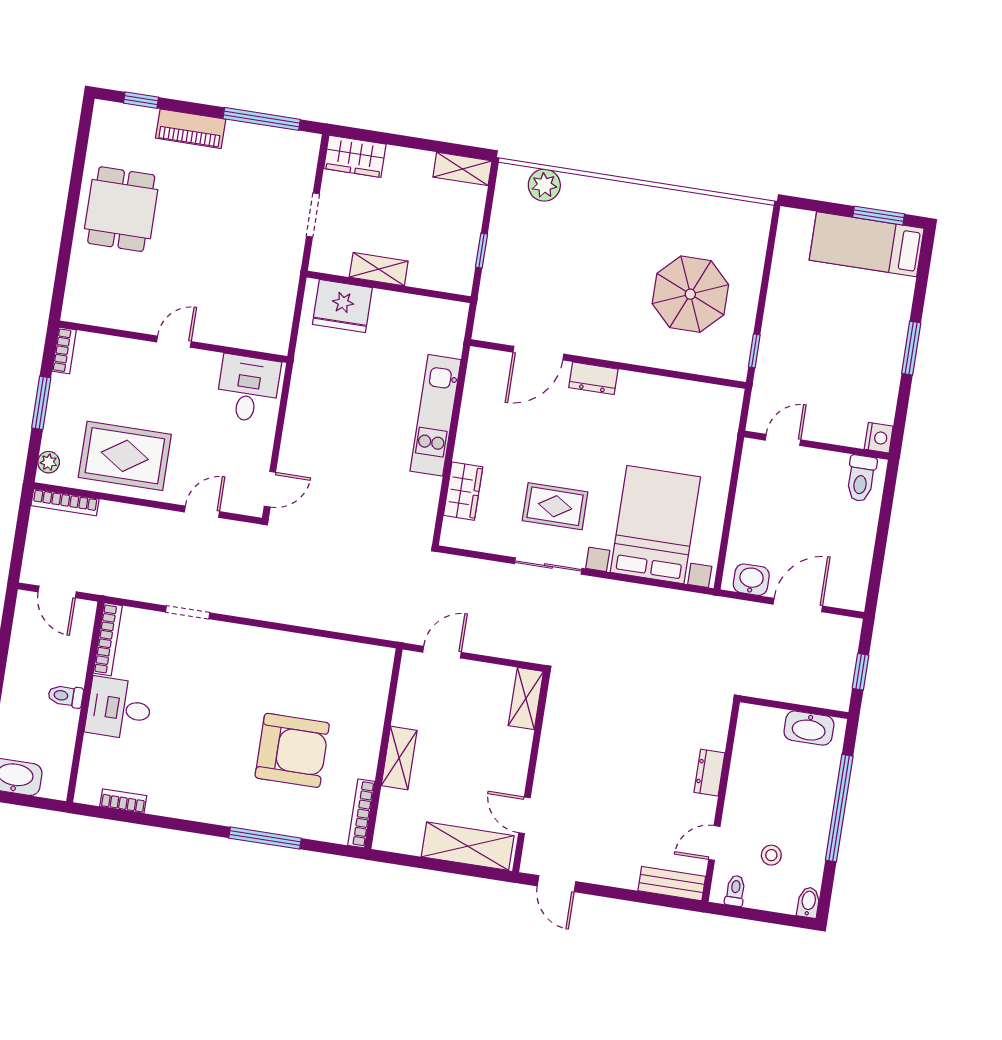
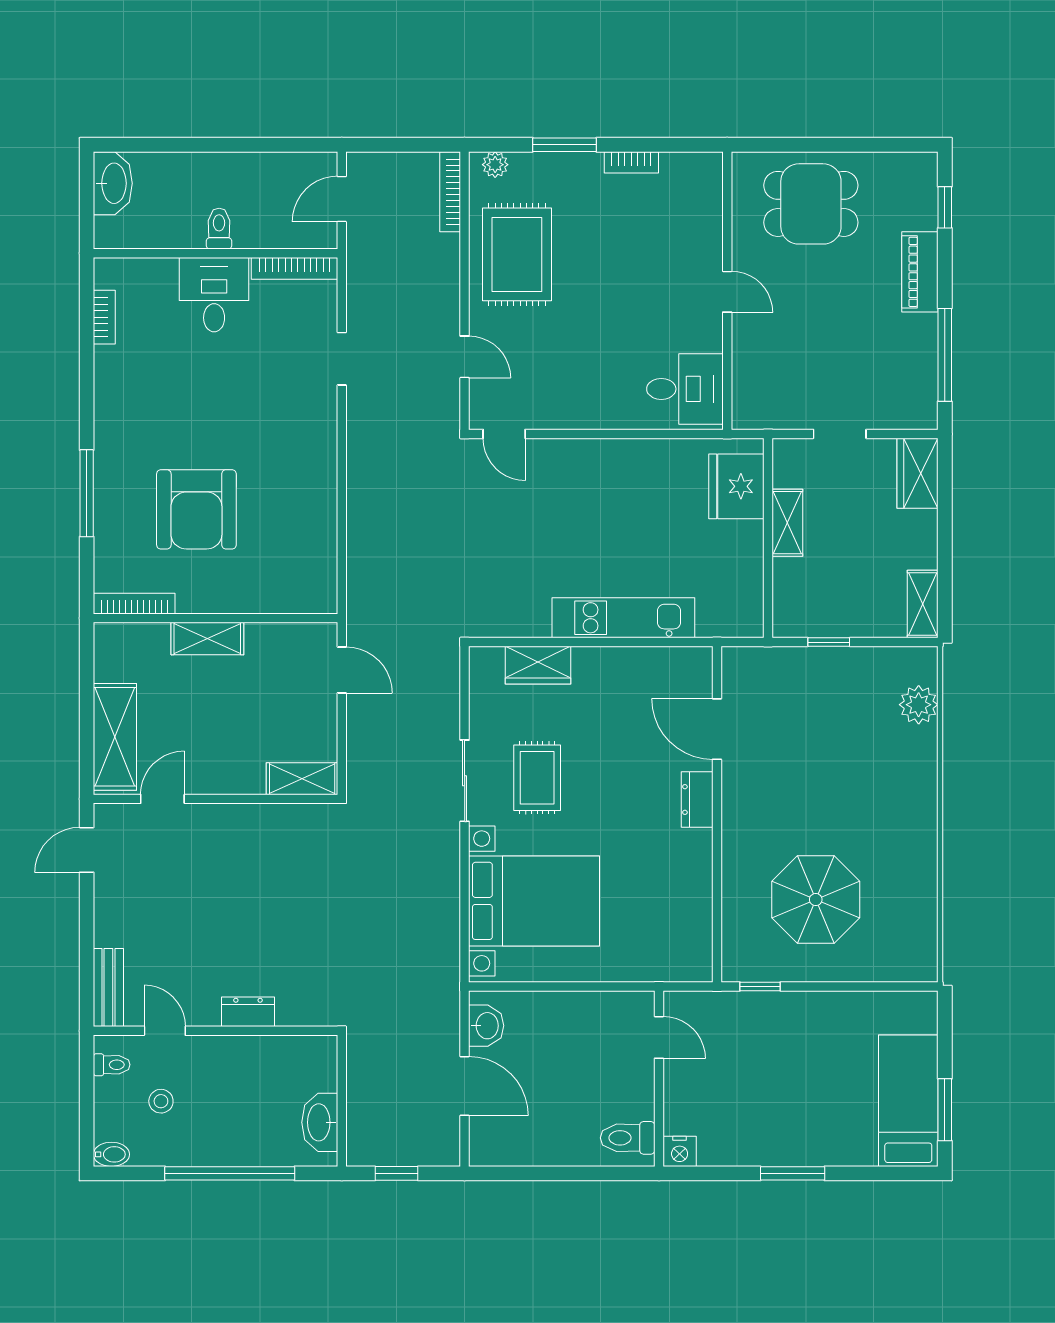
wall: (173, 342) -> (727, 291), moved
door: (174, 342) -> (727, 292), moved
desk: (248, 389) -> (685, 389), moved

